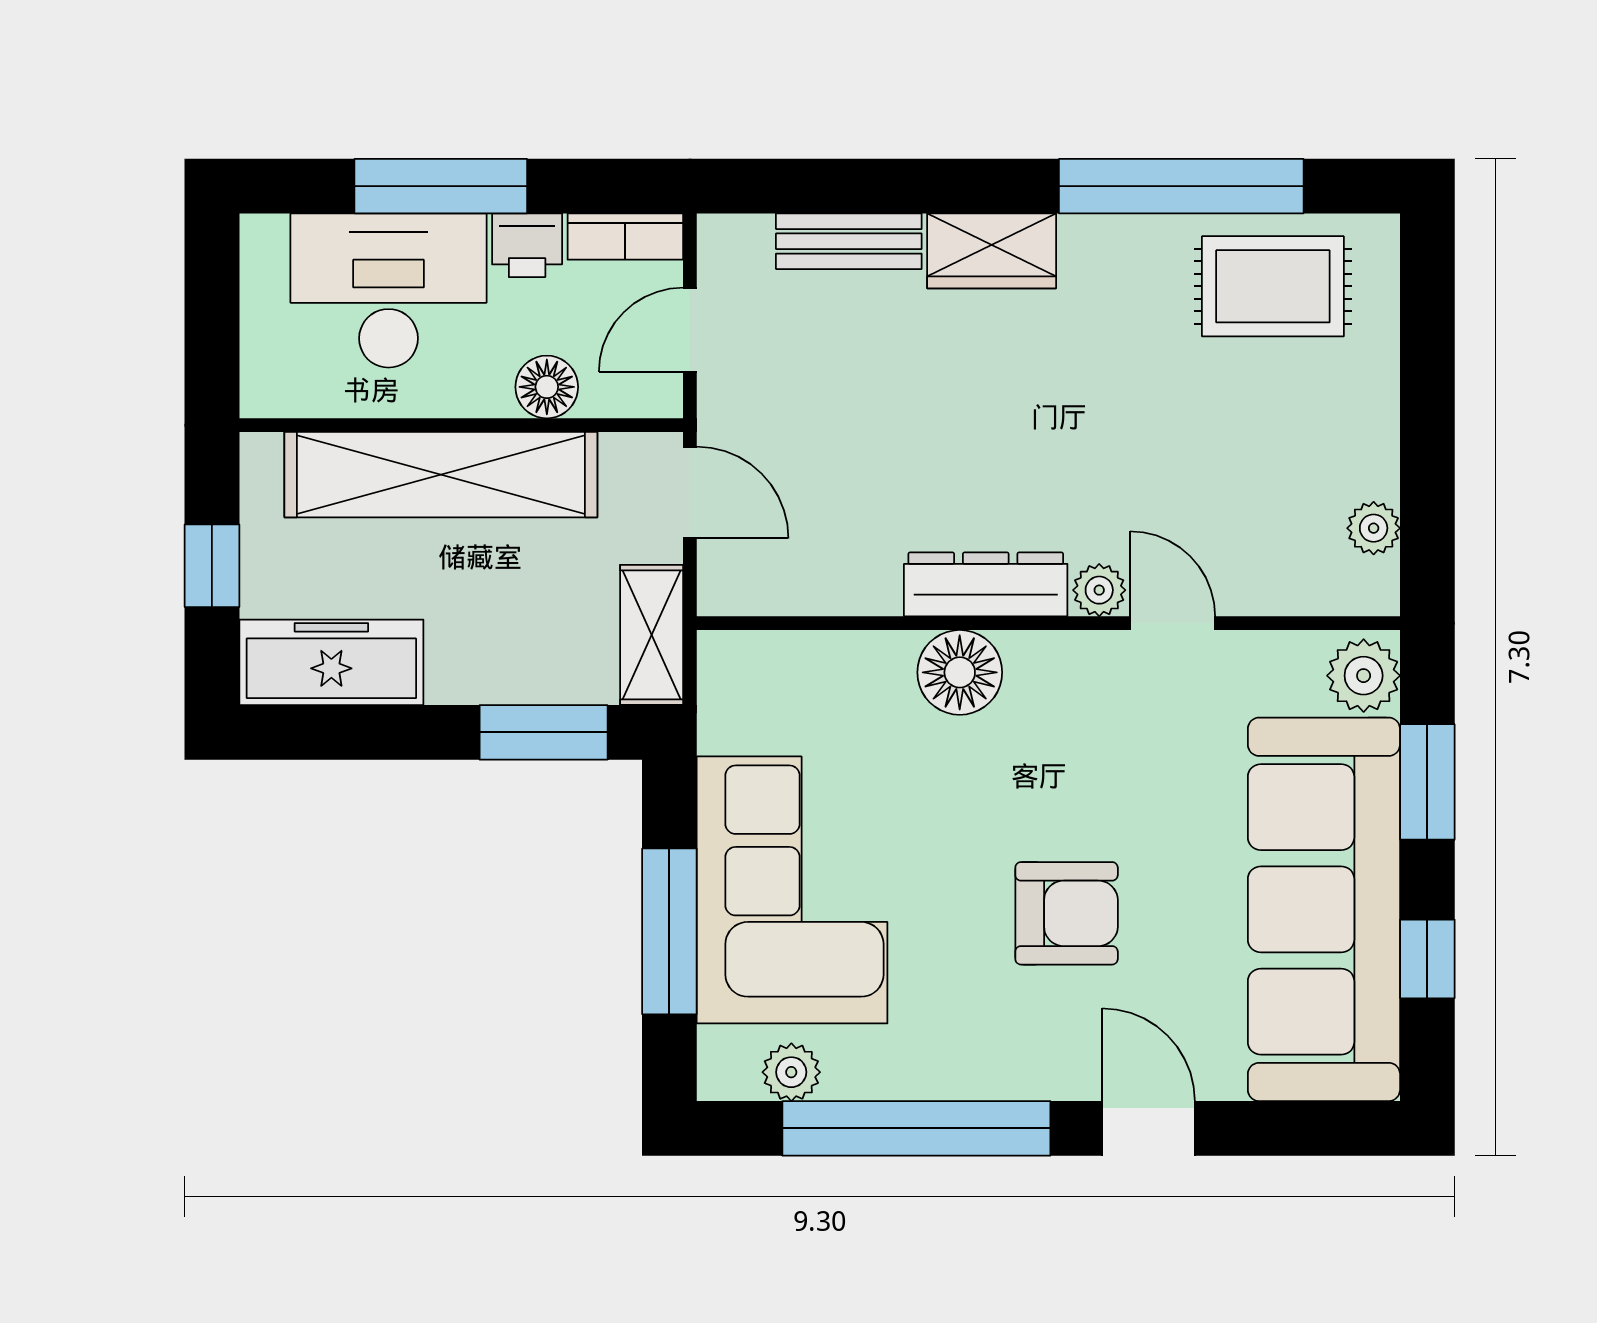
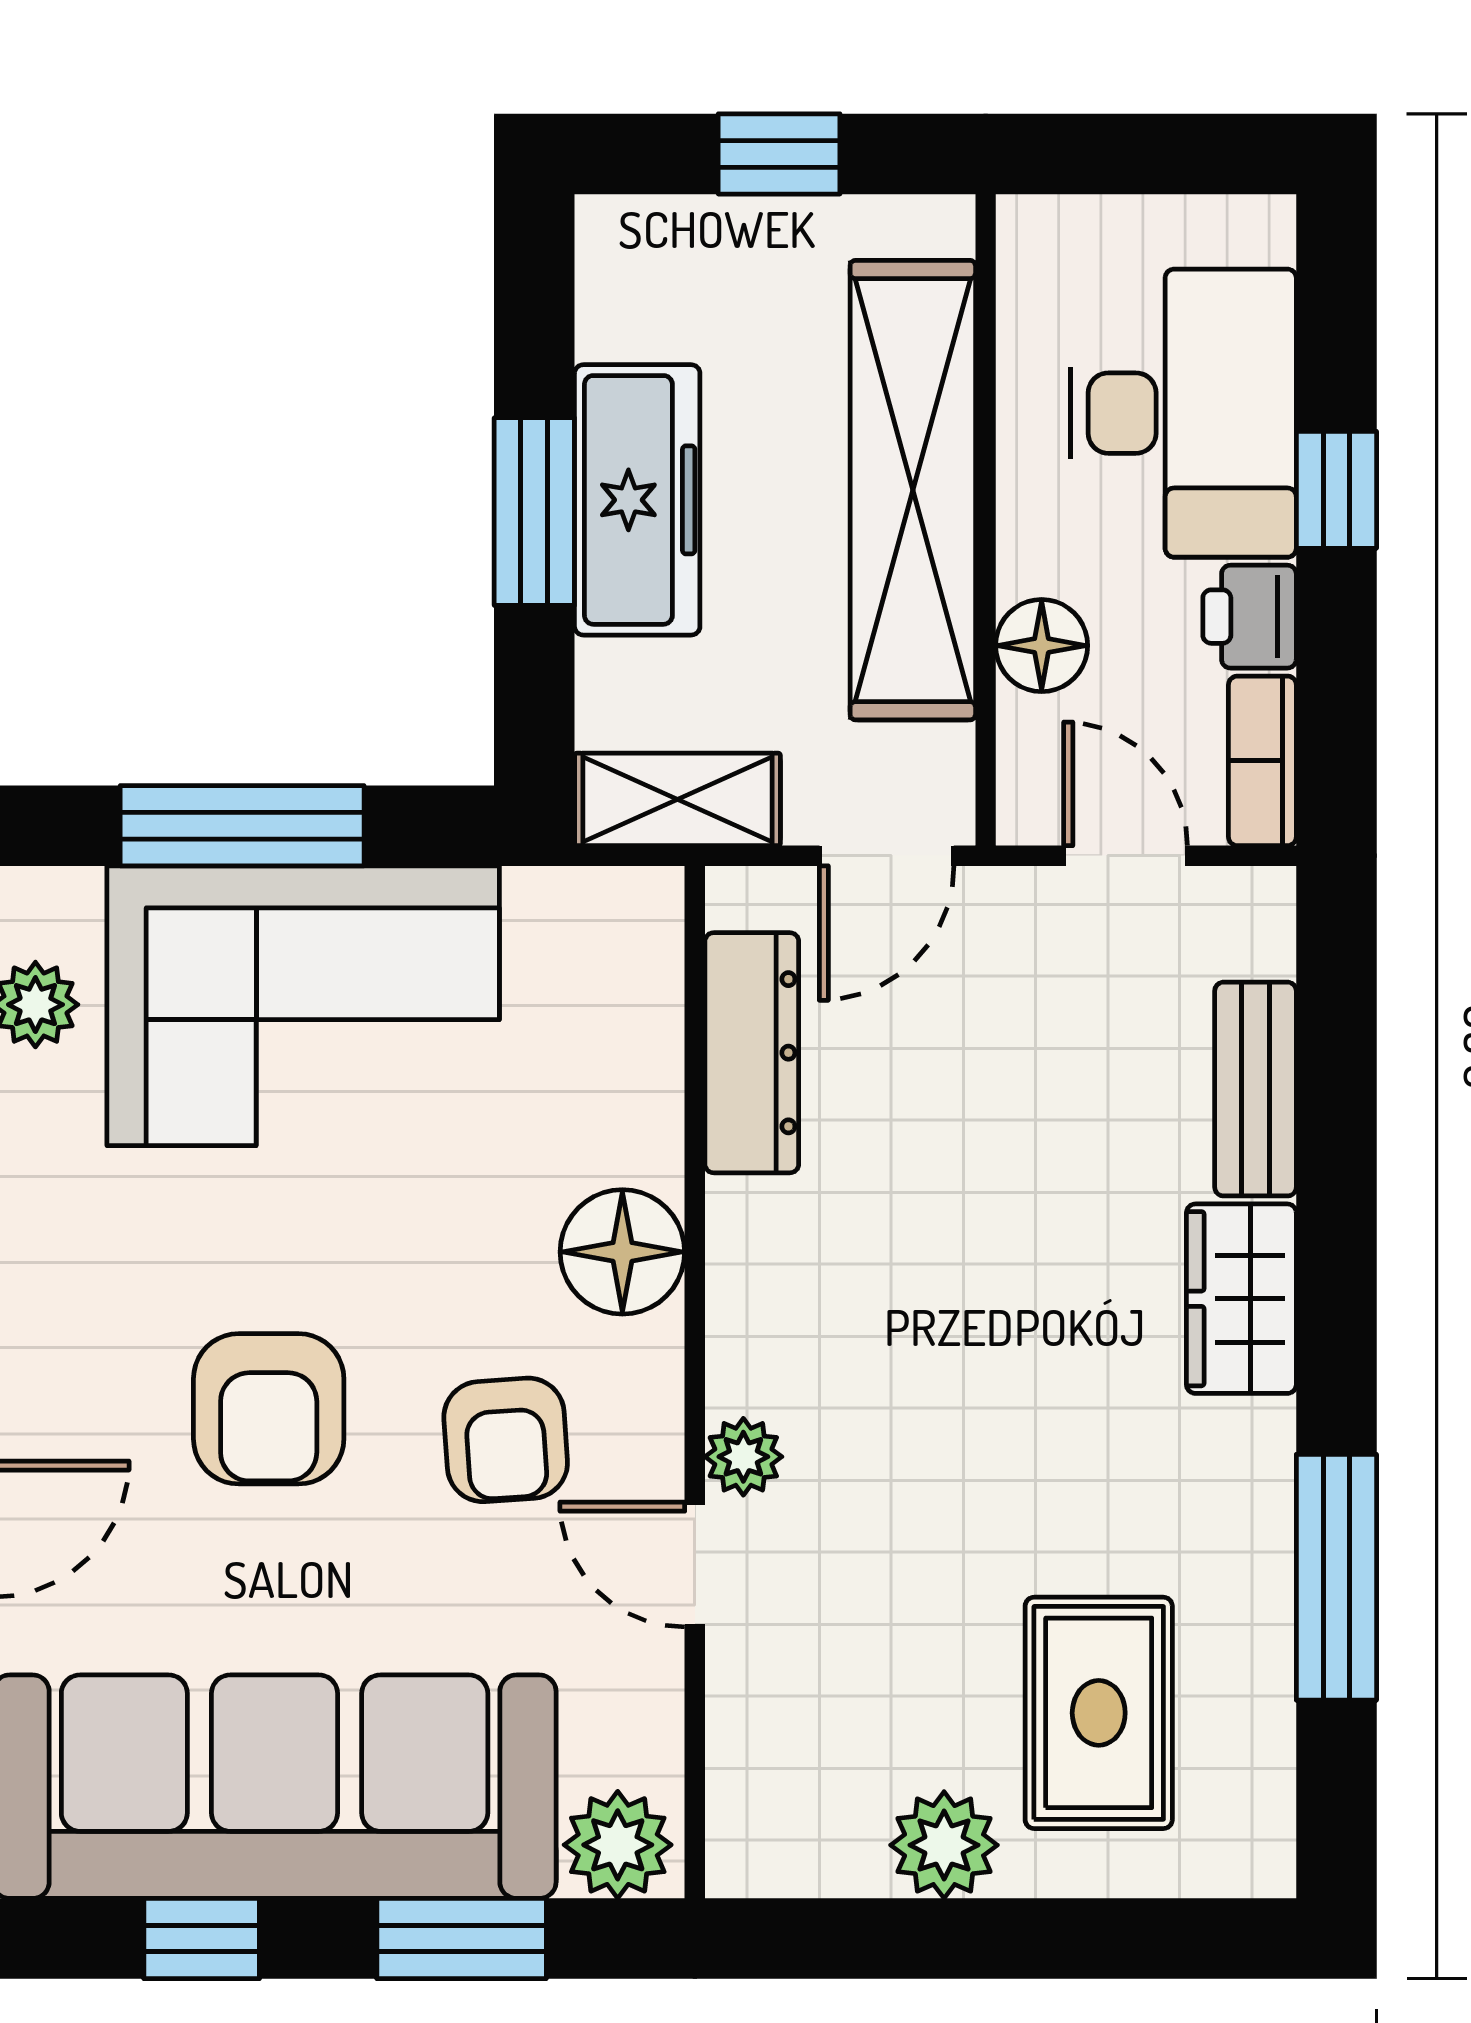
window: (441, 186) -> (1336, 490), width x0.46
window: (1181, 186) -> (1336, 1577), width x0.68
rug: (1273, 286) -> (1099, 1713), moved
plant: (1374, 528) -> (944, 1845), moved, width x1.38, depth x1.38
dresser: (986, 584) -> (752, 1053), moved
door: (1173, 623) -> (695, 1565), swing flipped
freezer: (331, 662) -> (637, 500), moved
window: (544, 732) -> (534, 512), moved
armchair: (1088, 752) -> (506, 1440), added

